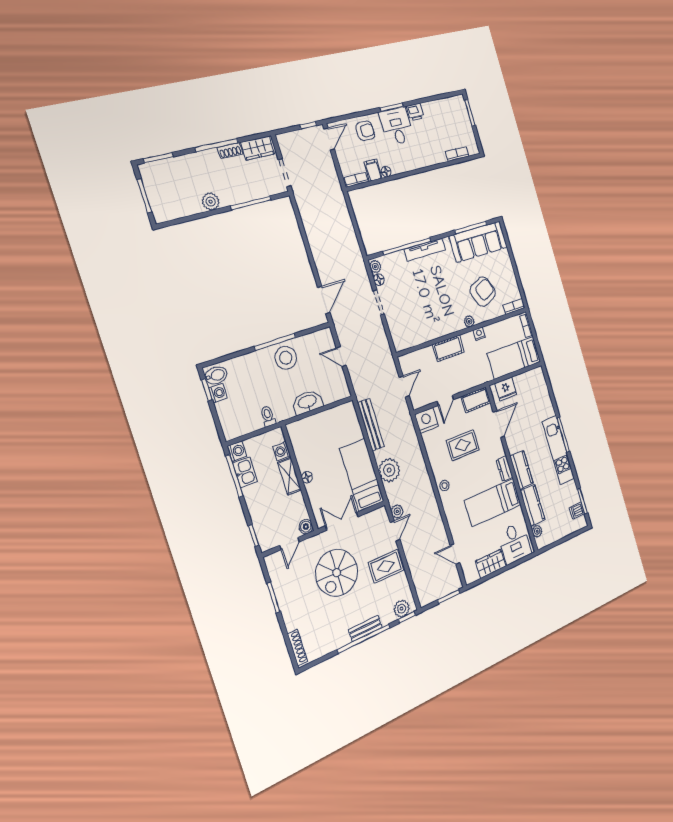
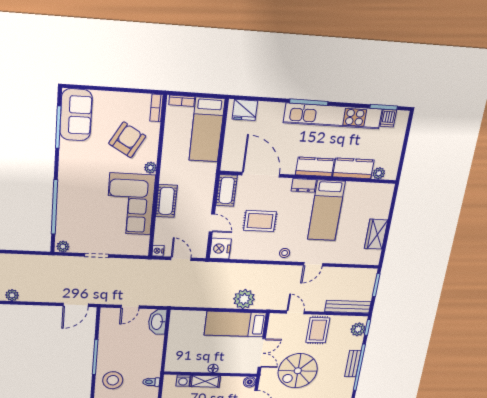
sofa: (478, 242) -> (76, 115), width x0.73
tv unit: (425, 250) -> (64, 189), removed
floor lamp: (379, 280) -> (76, 248), removed
armchair: (483, 291) -> (127, 140), turned 53
door: (324, 300) -> (76, 305), swing flipped
corner sofa: (434, 316) -> (130, 204), added
nightstand: (479, 334) -> (158, 251), moved
stool: (286, 358) -> (113, 380), moved
fridge: (506, 389) -> (245, 110), moved, turned 90
washbasin: (307, 402) -> (157, 322), moved
door: (499, 424) -> (261, 175), width x1.36
bench: (371, 425) -> (348, 307), moved
rug: (463, 445) -> (260, 221), turned 90
kitchen unit: (558, 450) -> (333, 116), width x1.36
plant: (397, 511) -> (12, 295), moved
double door: (342, 521) -> (262, 353), swing flipped
desk: (515, 543) -> (374, 202), removed
door: (455, 554) -> (313, 264), moved
spiral stairs: (337, 573) -> (298, 371), turned 90

